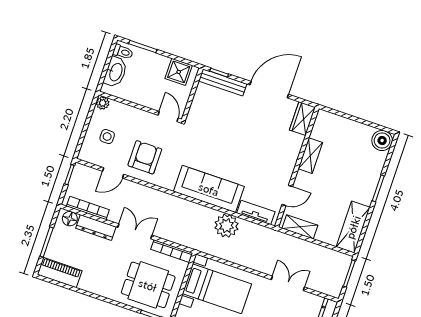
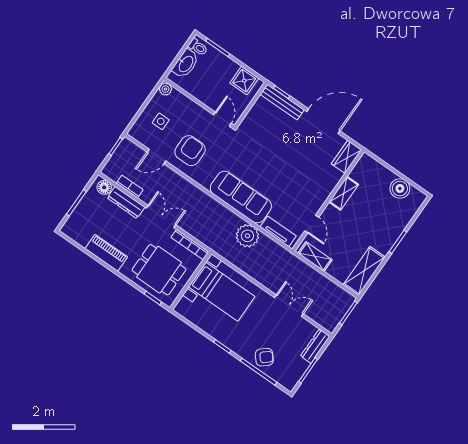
boiler: (382, 141) -> (400, 188), moved
door: (287, 196) -> (312, 224), hinge flipped
bookcase: (88, 208) -> (130, 186), width x0.64
piano: (60, 273) -> (106, 253), moved

